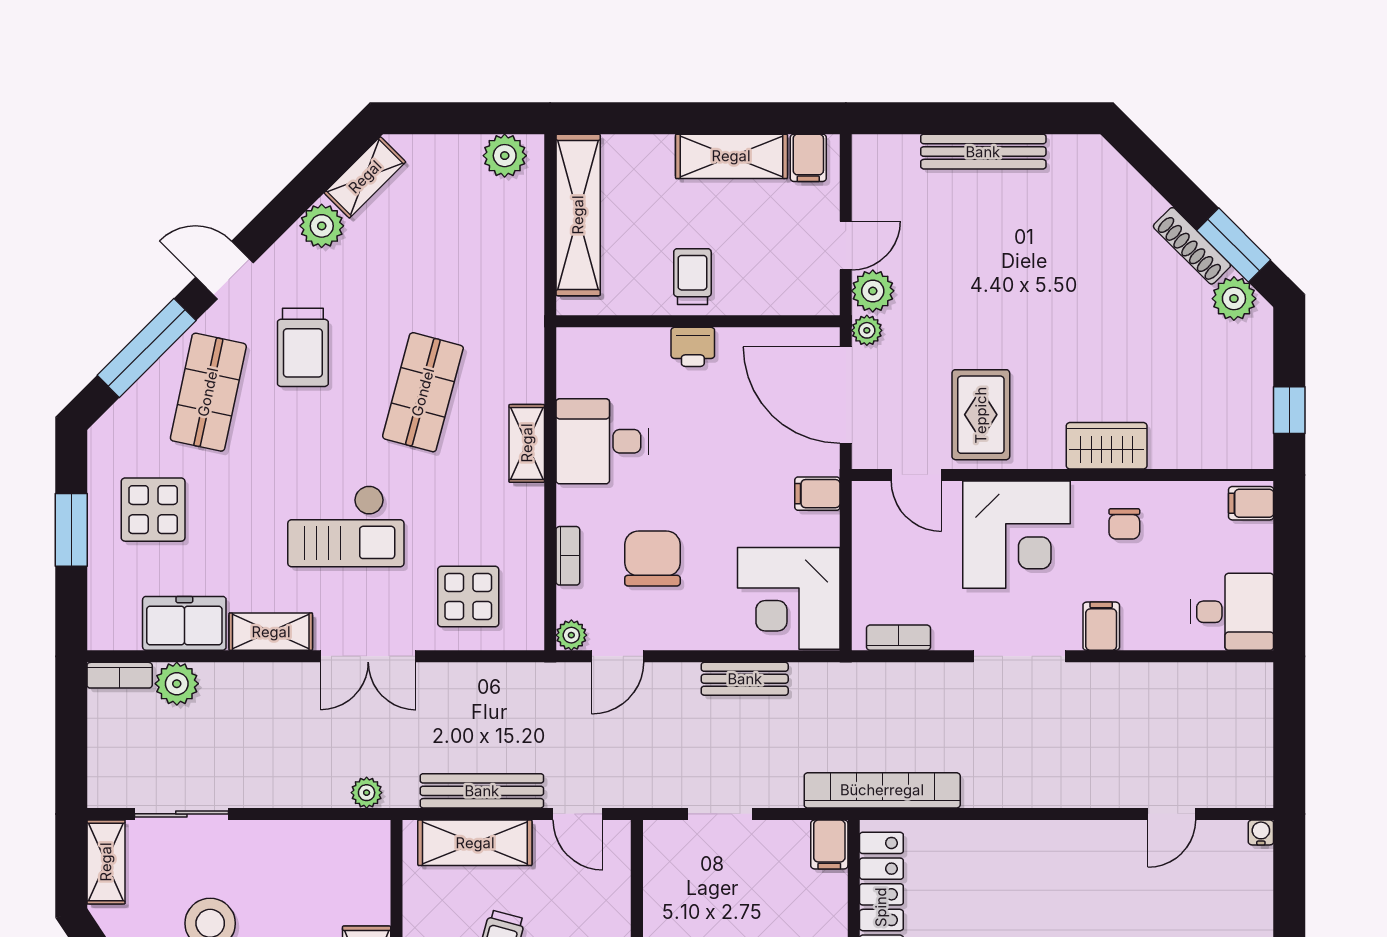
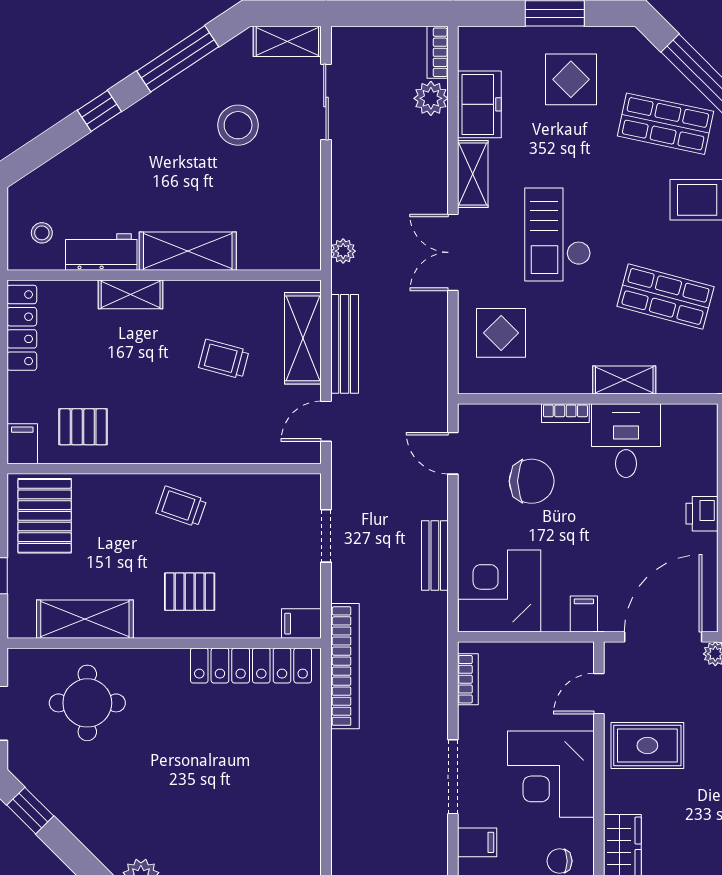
bookcase: (568, 556) -> (565, 413), moved
plant: (571, 635) -> (470, 416), removed

